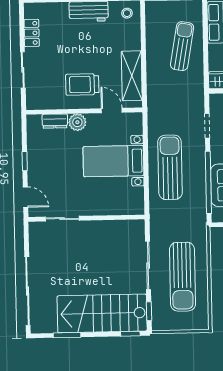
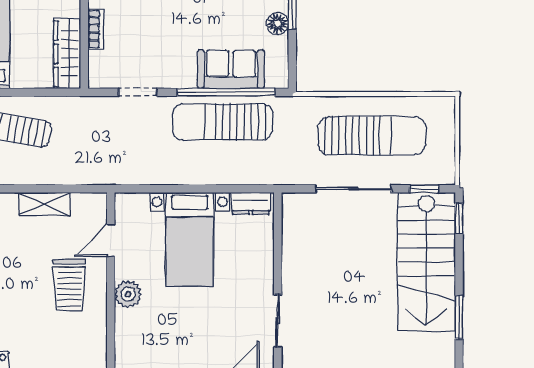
shelving: (132, 76) -> (45, 204), width x0.67, depth x0.75
dresser: (55, 121) -> (251, 204), moved, turned 90
sun lounger: (170, 167) -> (223, 122), moved

